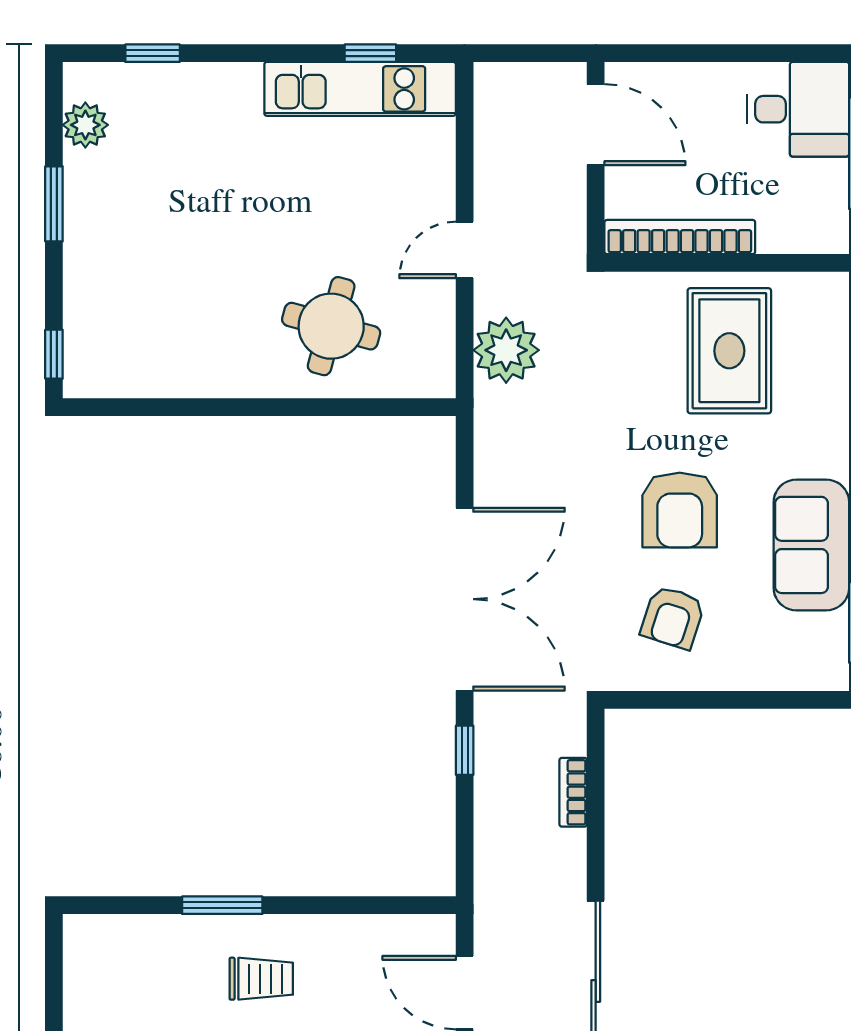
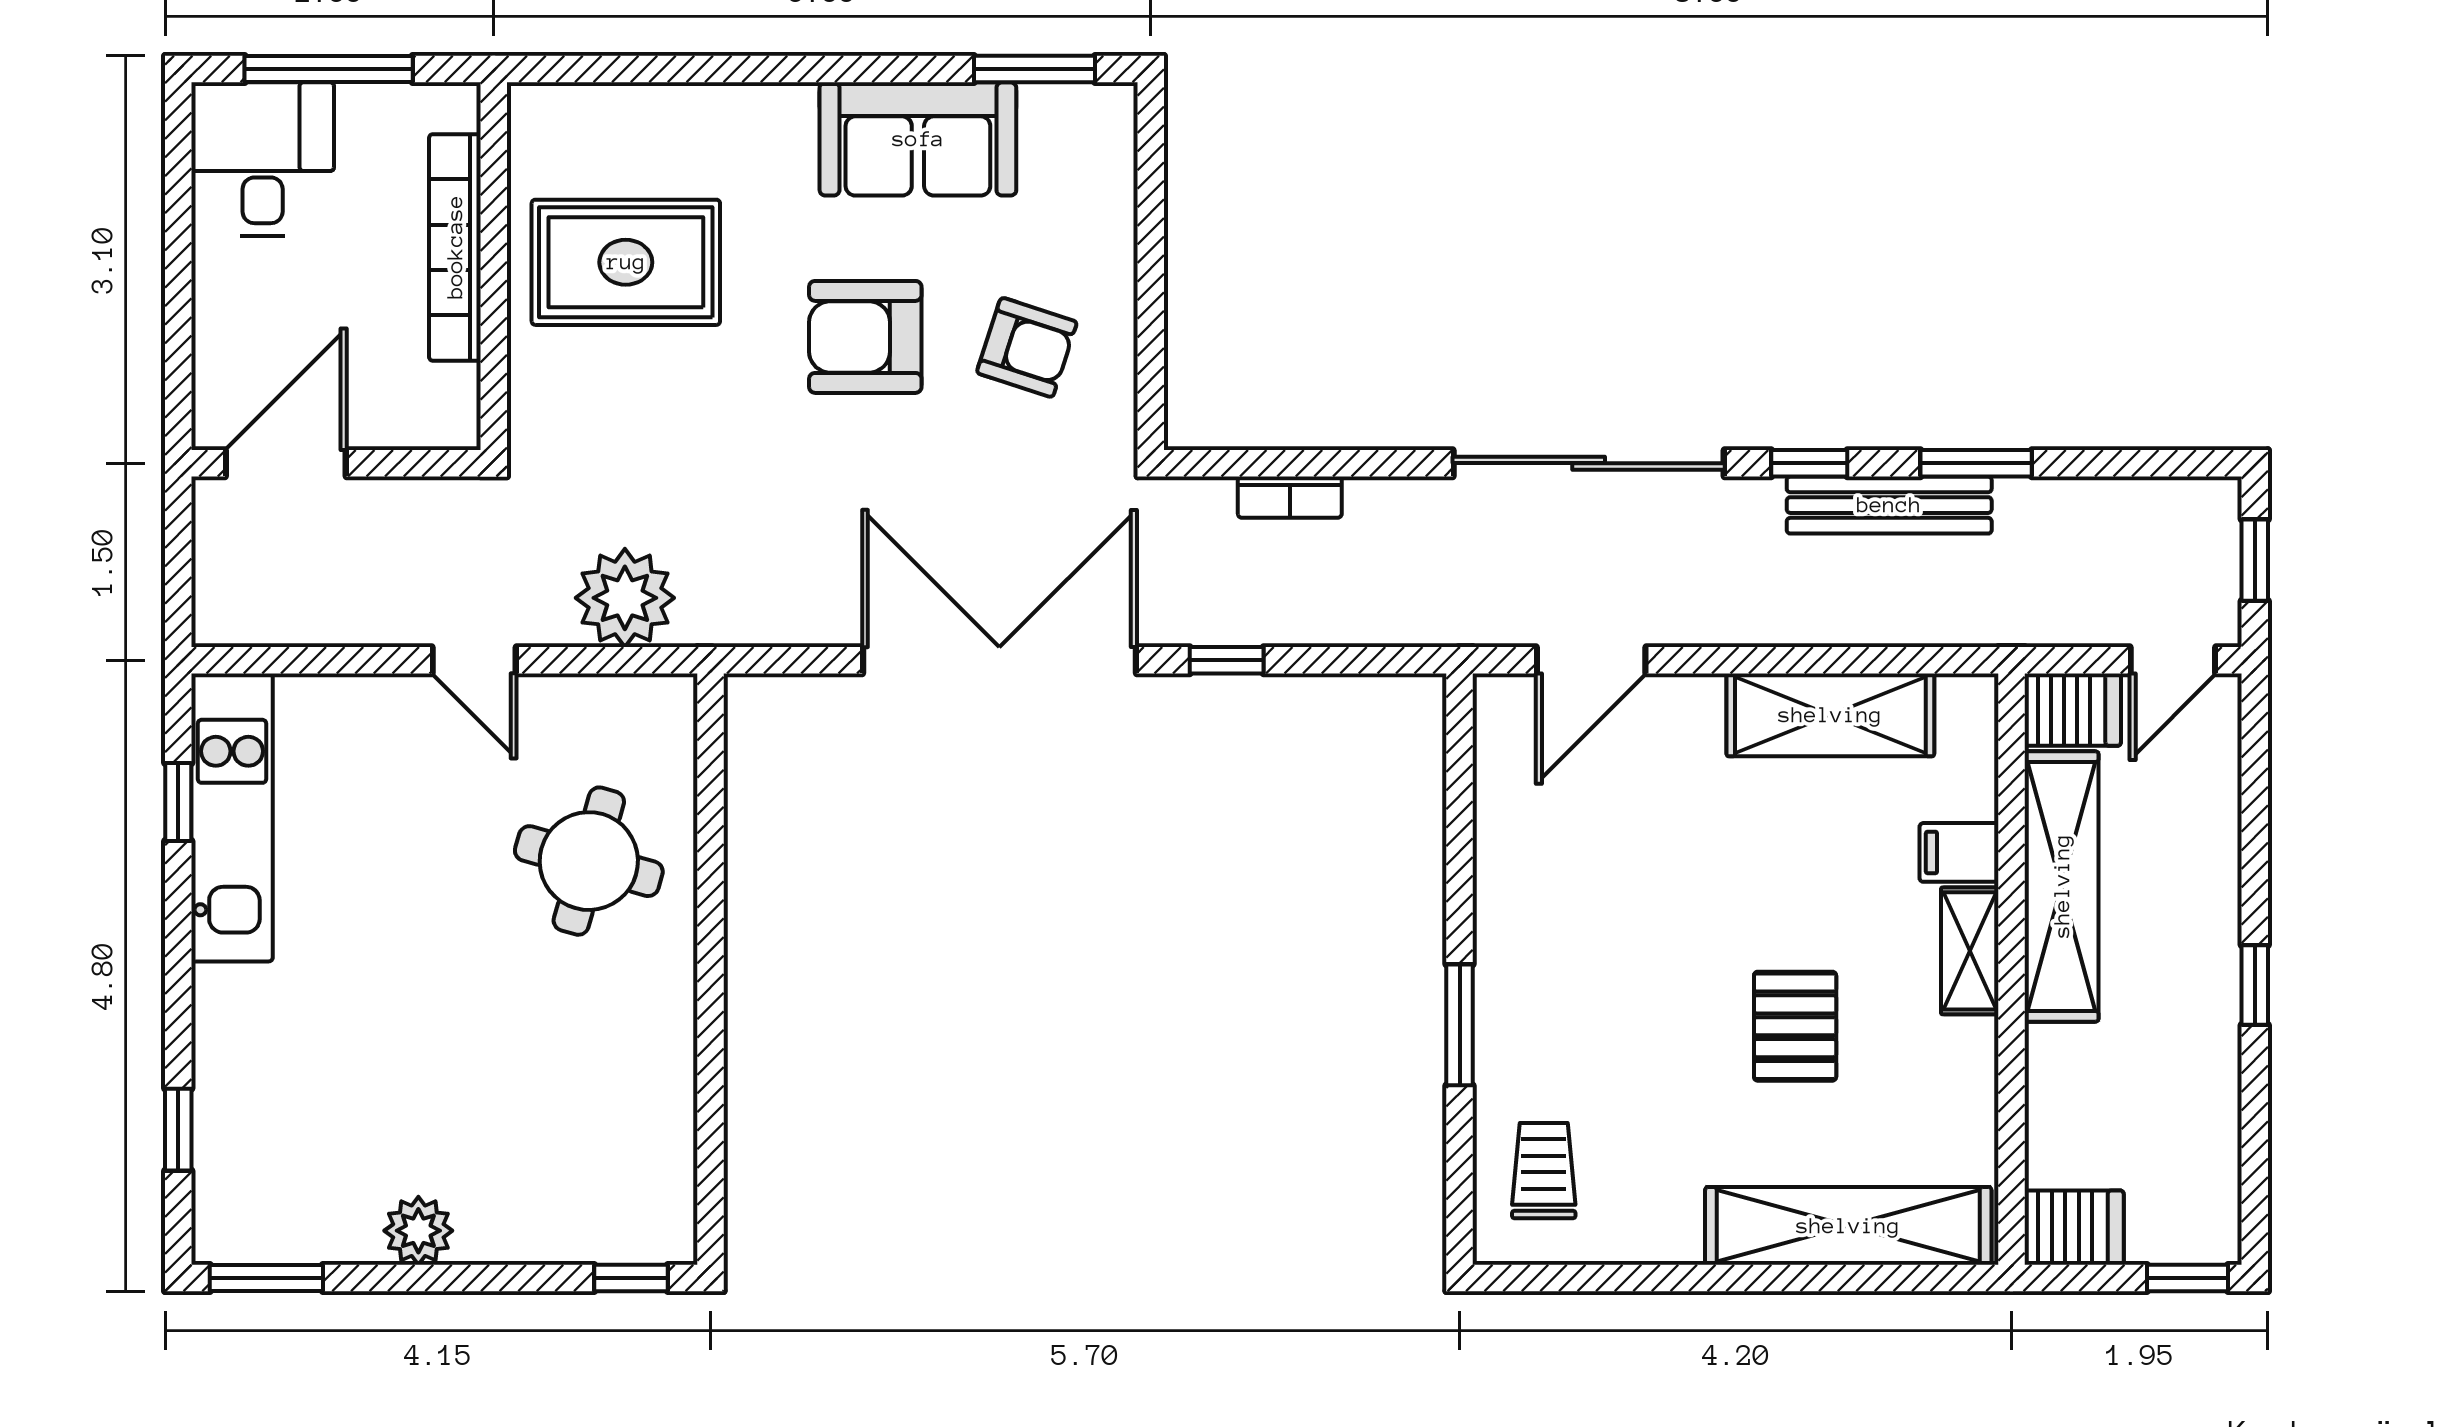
plant: (85, 125) -> (418, 1231), moved
window: (54, 204) -> (266, 1278), moved
bookcase: (680, 237) -> (455, 247), moved
armchair: (680, 510) -> (865, 337), turned 180
trolley: (261, 979) -> (1544, 1171), moved

